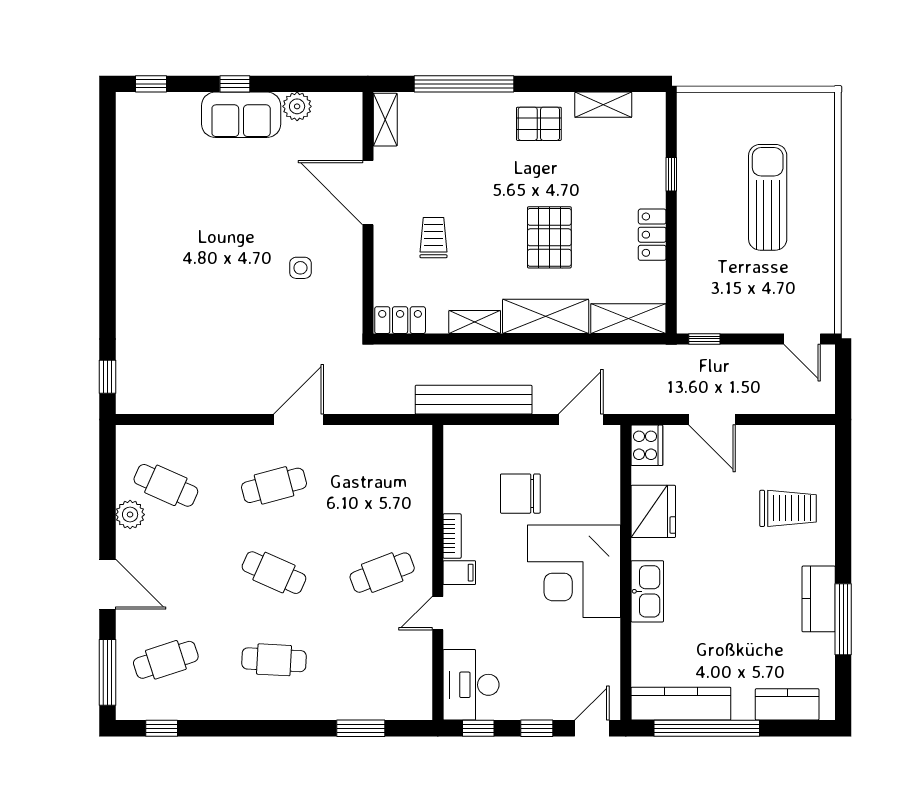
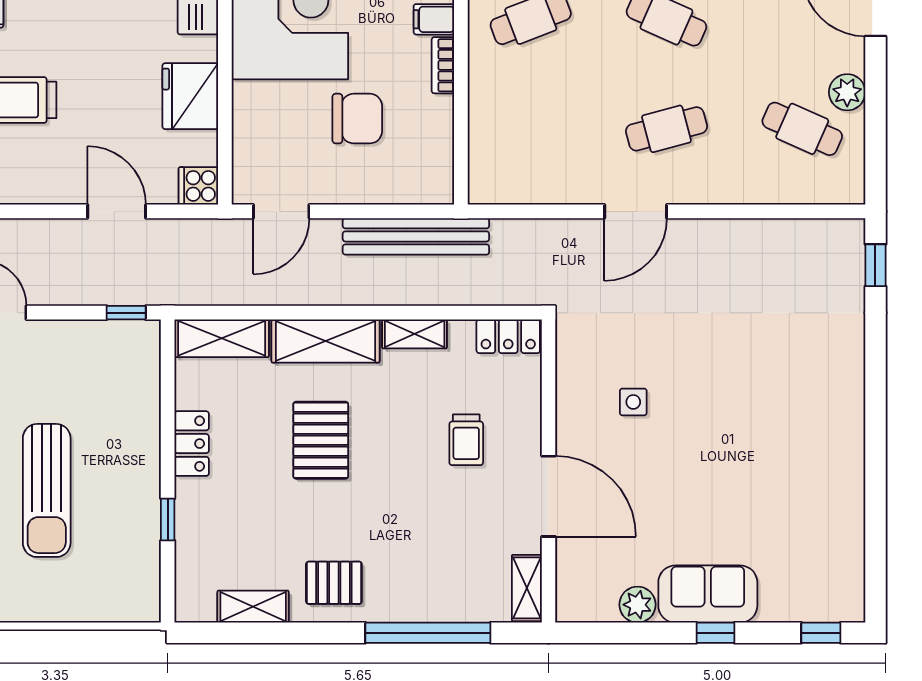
cooker: (647, 445) -> (198, 186), width x0.73

